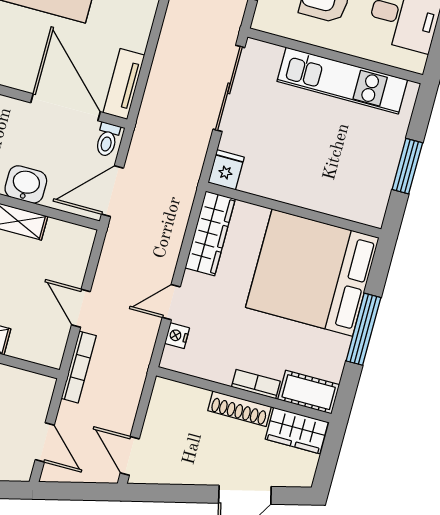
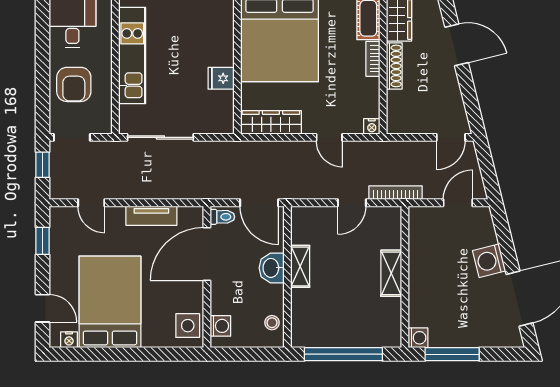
tv unit: (124, 84) -> (151, 216), moved
fridge: (226, 170) -> (221, 78), moved
nightstand: (177, 336) -> (372, 126), moved

